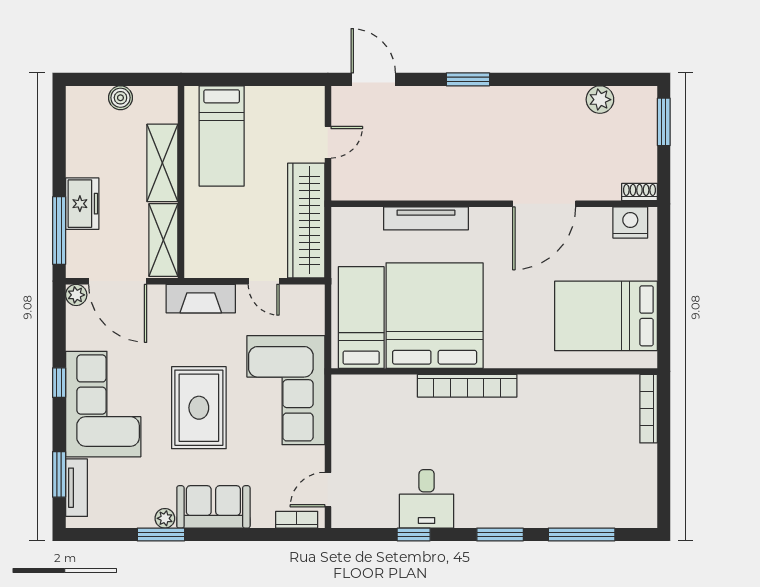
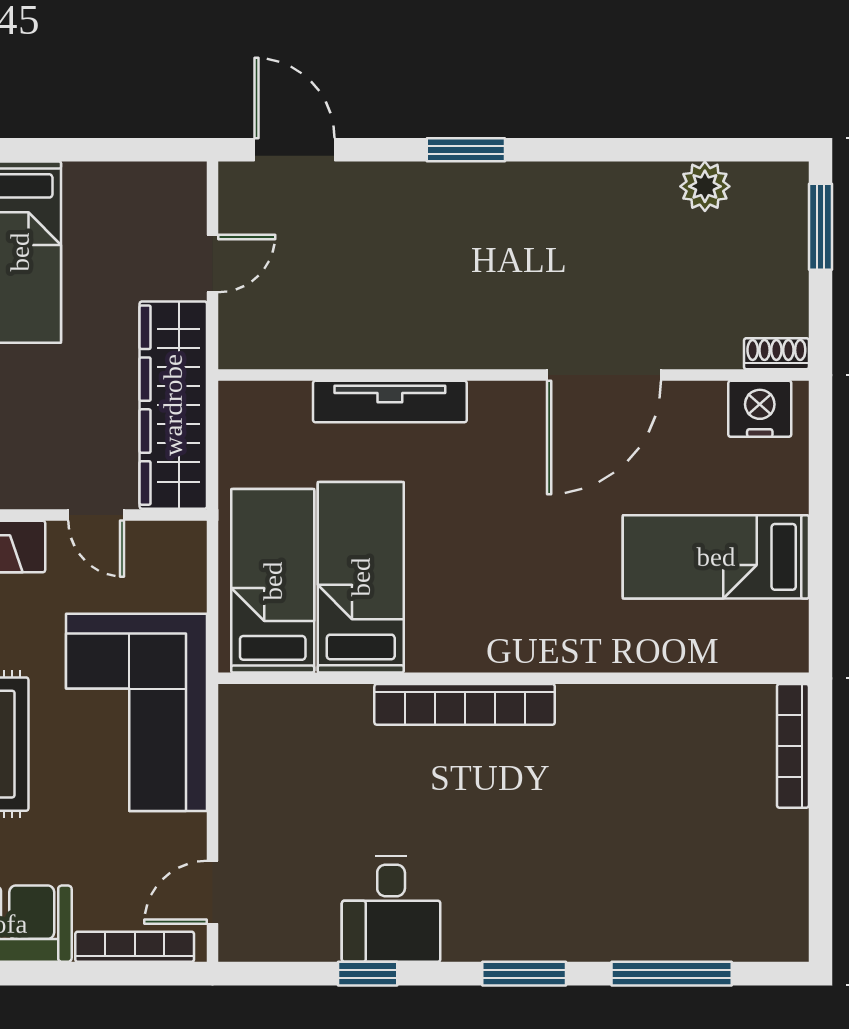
bed: (435, 316) -> (361, 577), width x0.49
bed: (606, 316) -> (716, 557), width x0.67
bookcase: (297, 520) -> (135, 947), width x1.56

